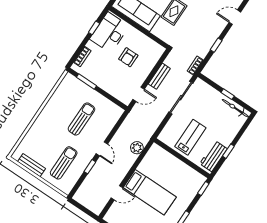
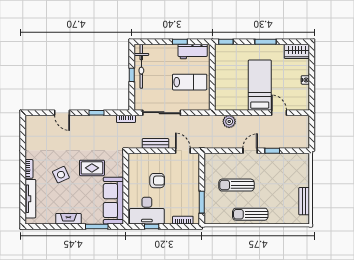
bicycle: (235, 108) -> (141, 66), width x1.37, depth x1.40
lab bench: (190, 137) -> (190, 82), turned 180
sun lounger: (64, 163) -> (250, 214), moved

